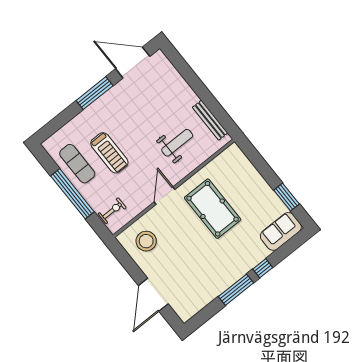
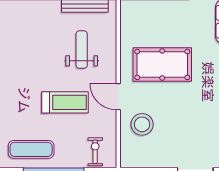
treadmill: (109, 153) -> (65, 102), moved
stool: (146, 241) -> (142, 124), moved

